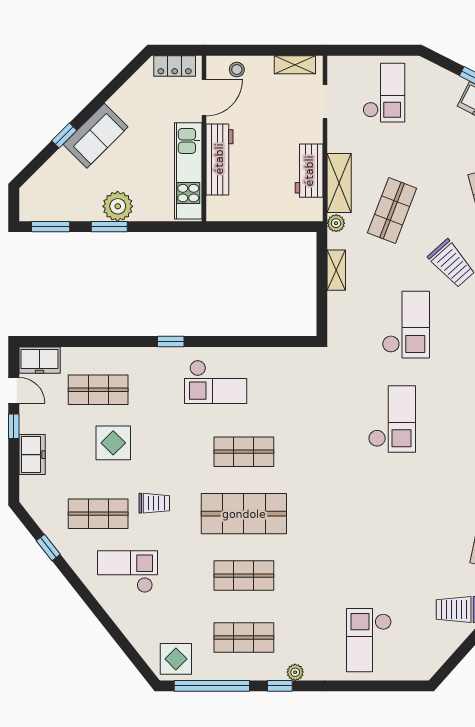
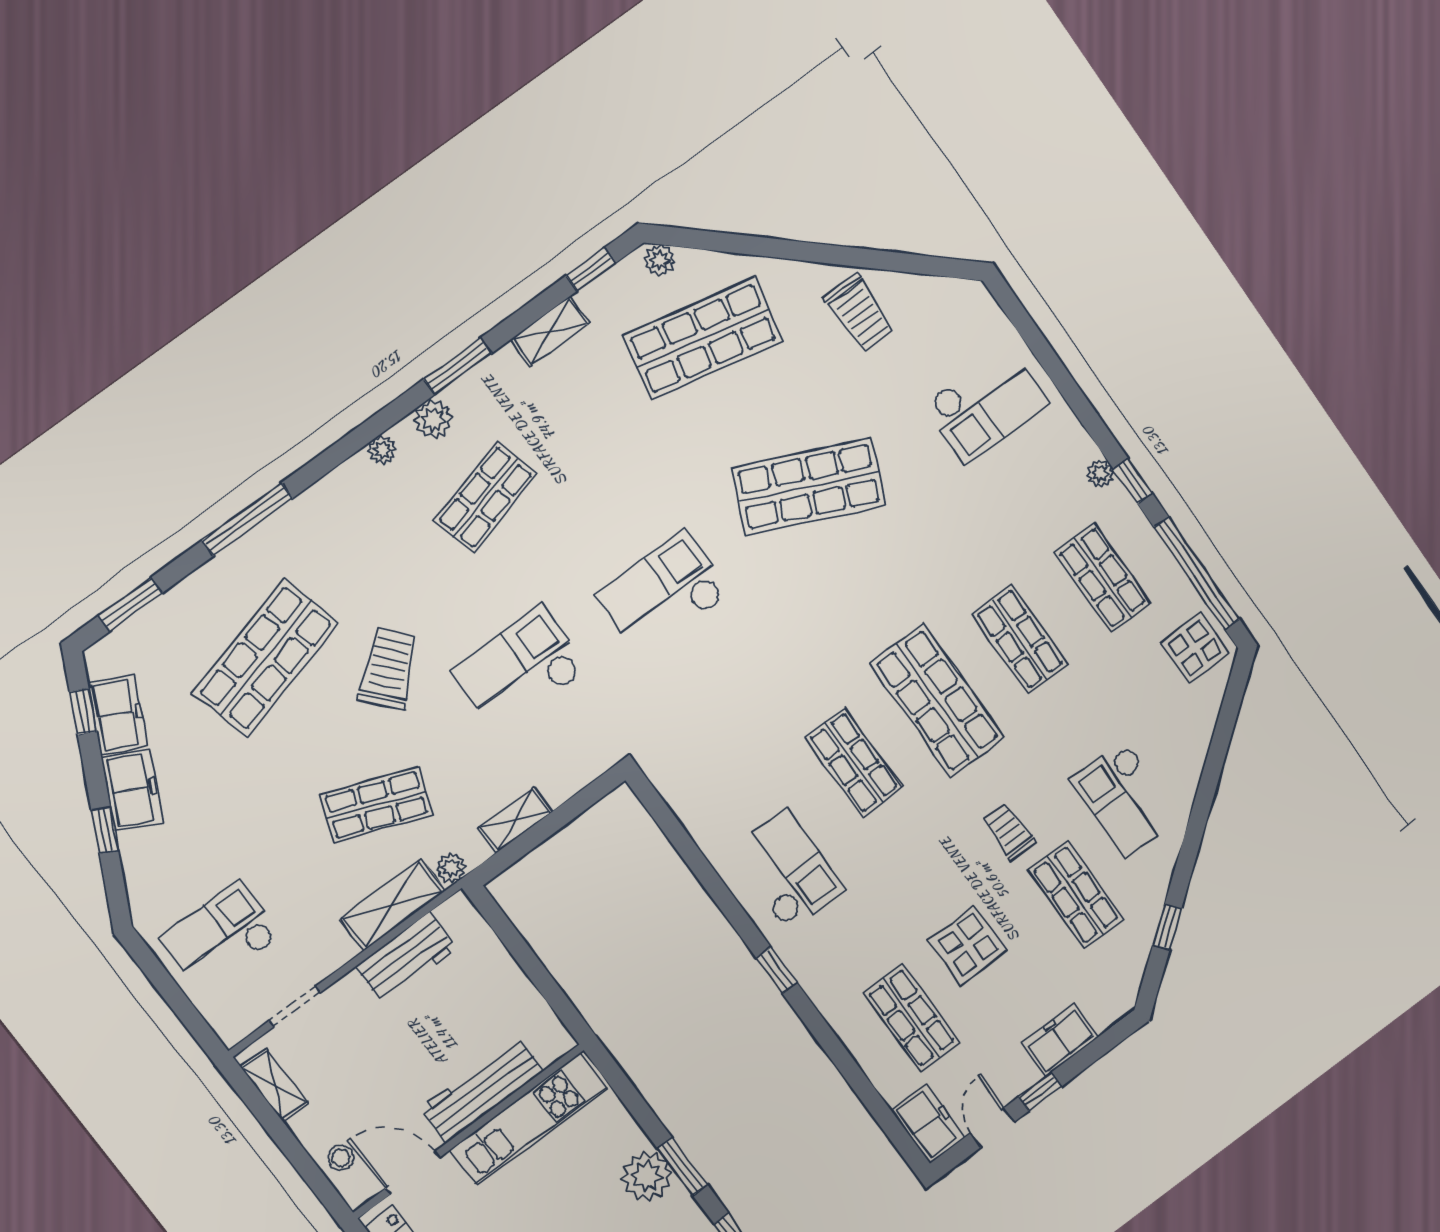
shop shelf: (392, 526) -> (809, 487), added

